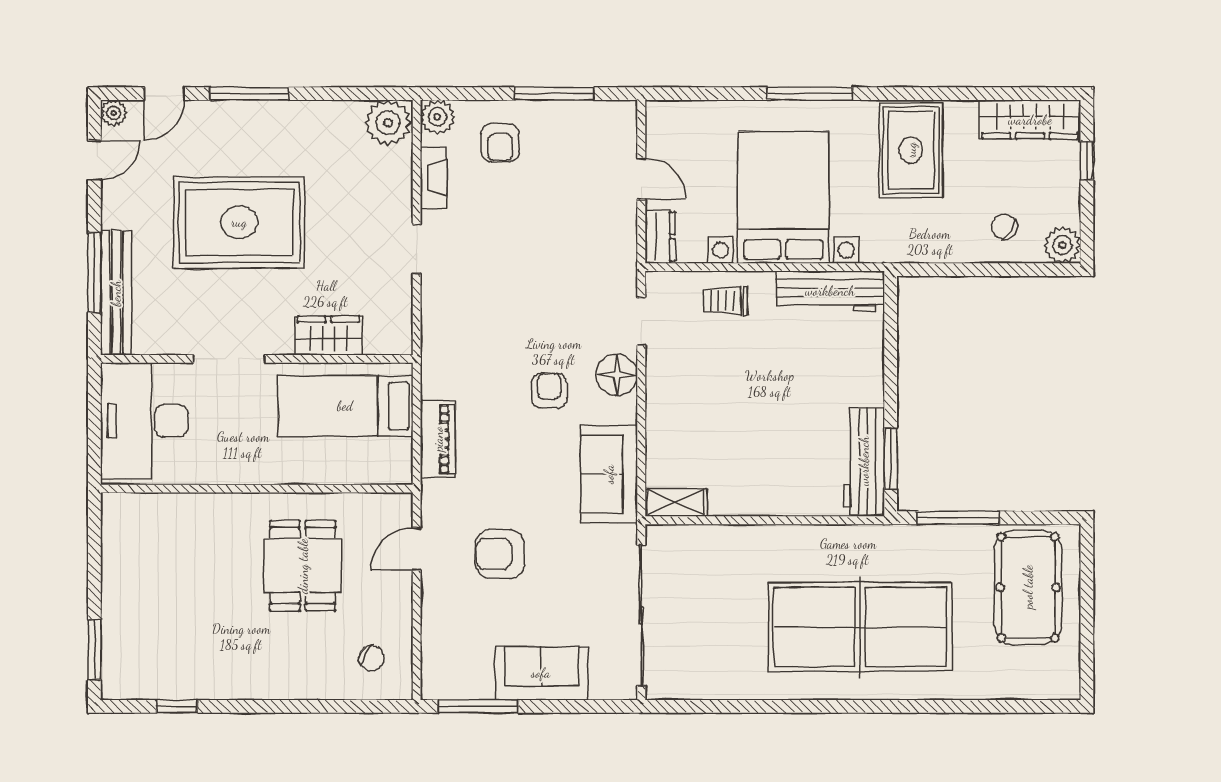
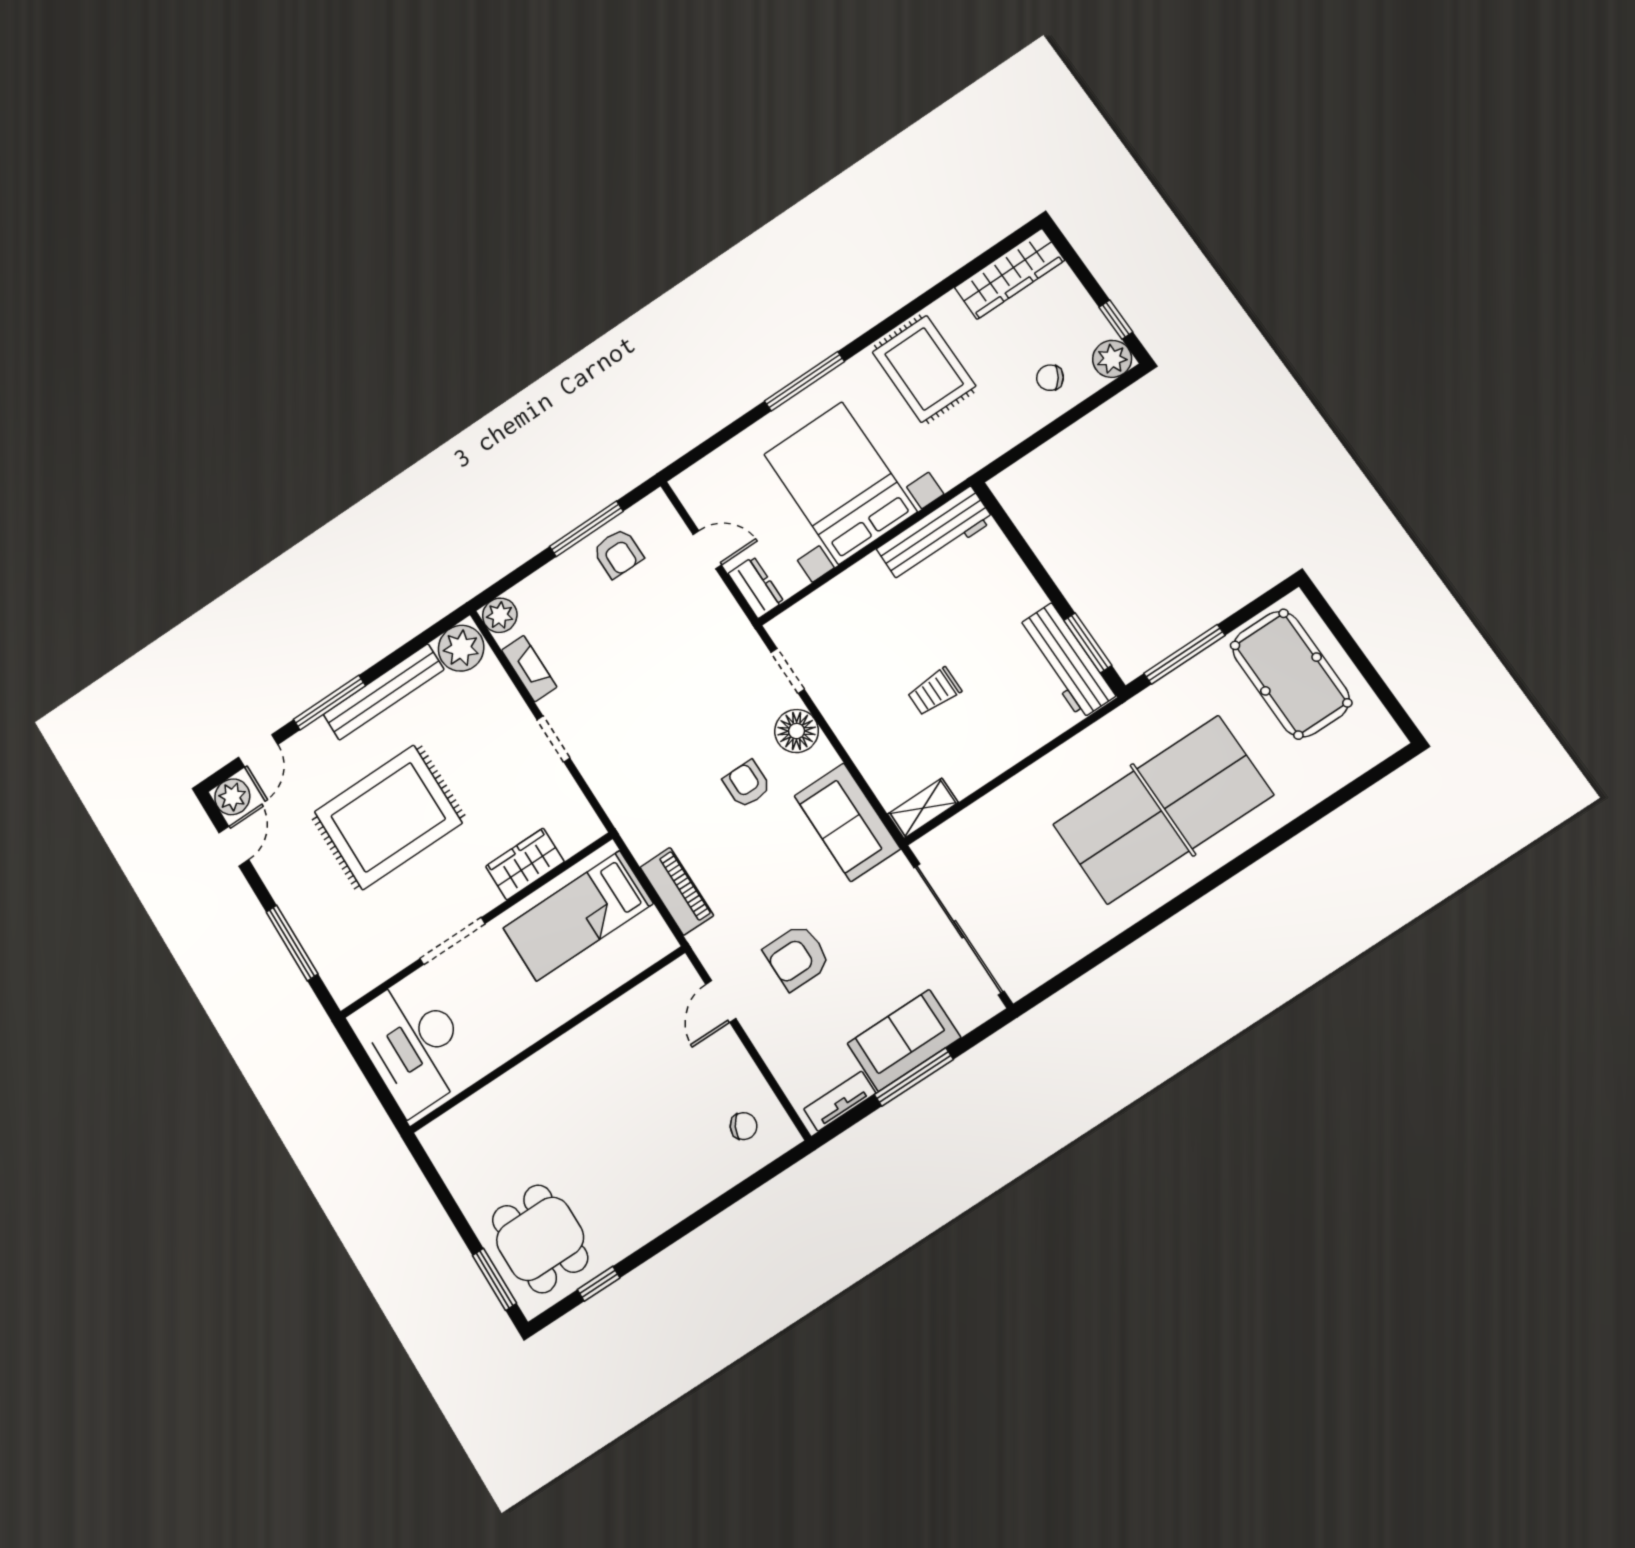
plant: (114, 113) -> (232, 797), width x1.38, depth x1.38
armchair: (500, 143) -> (618, 553), moved
window: (1087, 161) -> (1116, 320), moved
bench: (116, 293) -> (384, 692), moved, turned 90
trolley: (725, 301) -> (934, 691), moved
dining table: (303, 566) -> (540, 1239), moved
tv unit: (460, 688) -> (840, 1101), added
window: (478, 706) -> (914, 1077), moved

